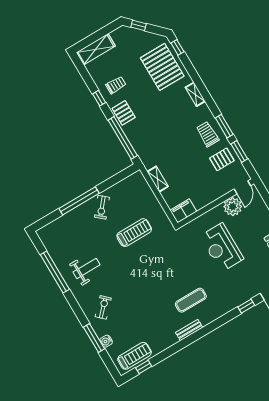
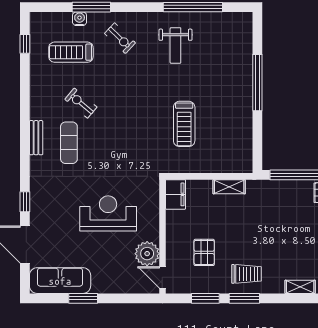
pallet: (222, 159) -> (204, 252), moved
exercise bike: (102, 207) -> (81, 103), moved
bench: (189, 330) -> (36, 138), moved
treadmill: (135, 356) -> (71, 52), moved, turned 90

